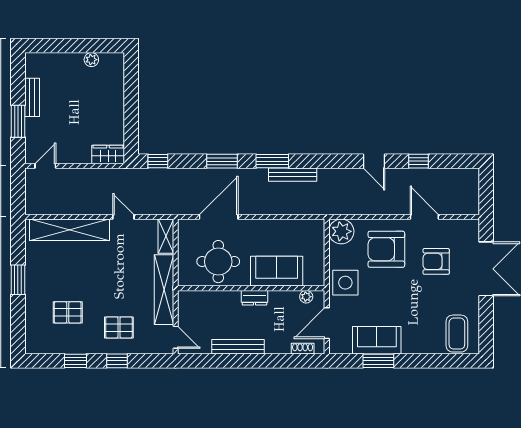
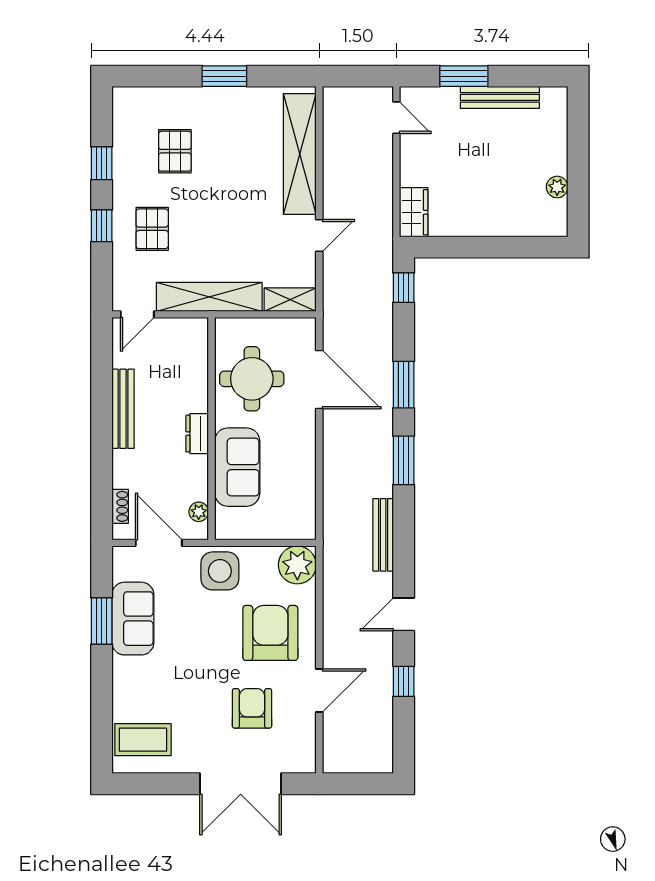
bench: (32, 97) -> (500, 97), width x1.36
bench: (293, 175) -> (383, 535), moved

